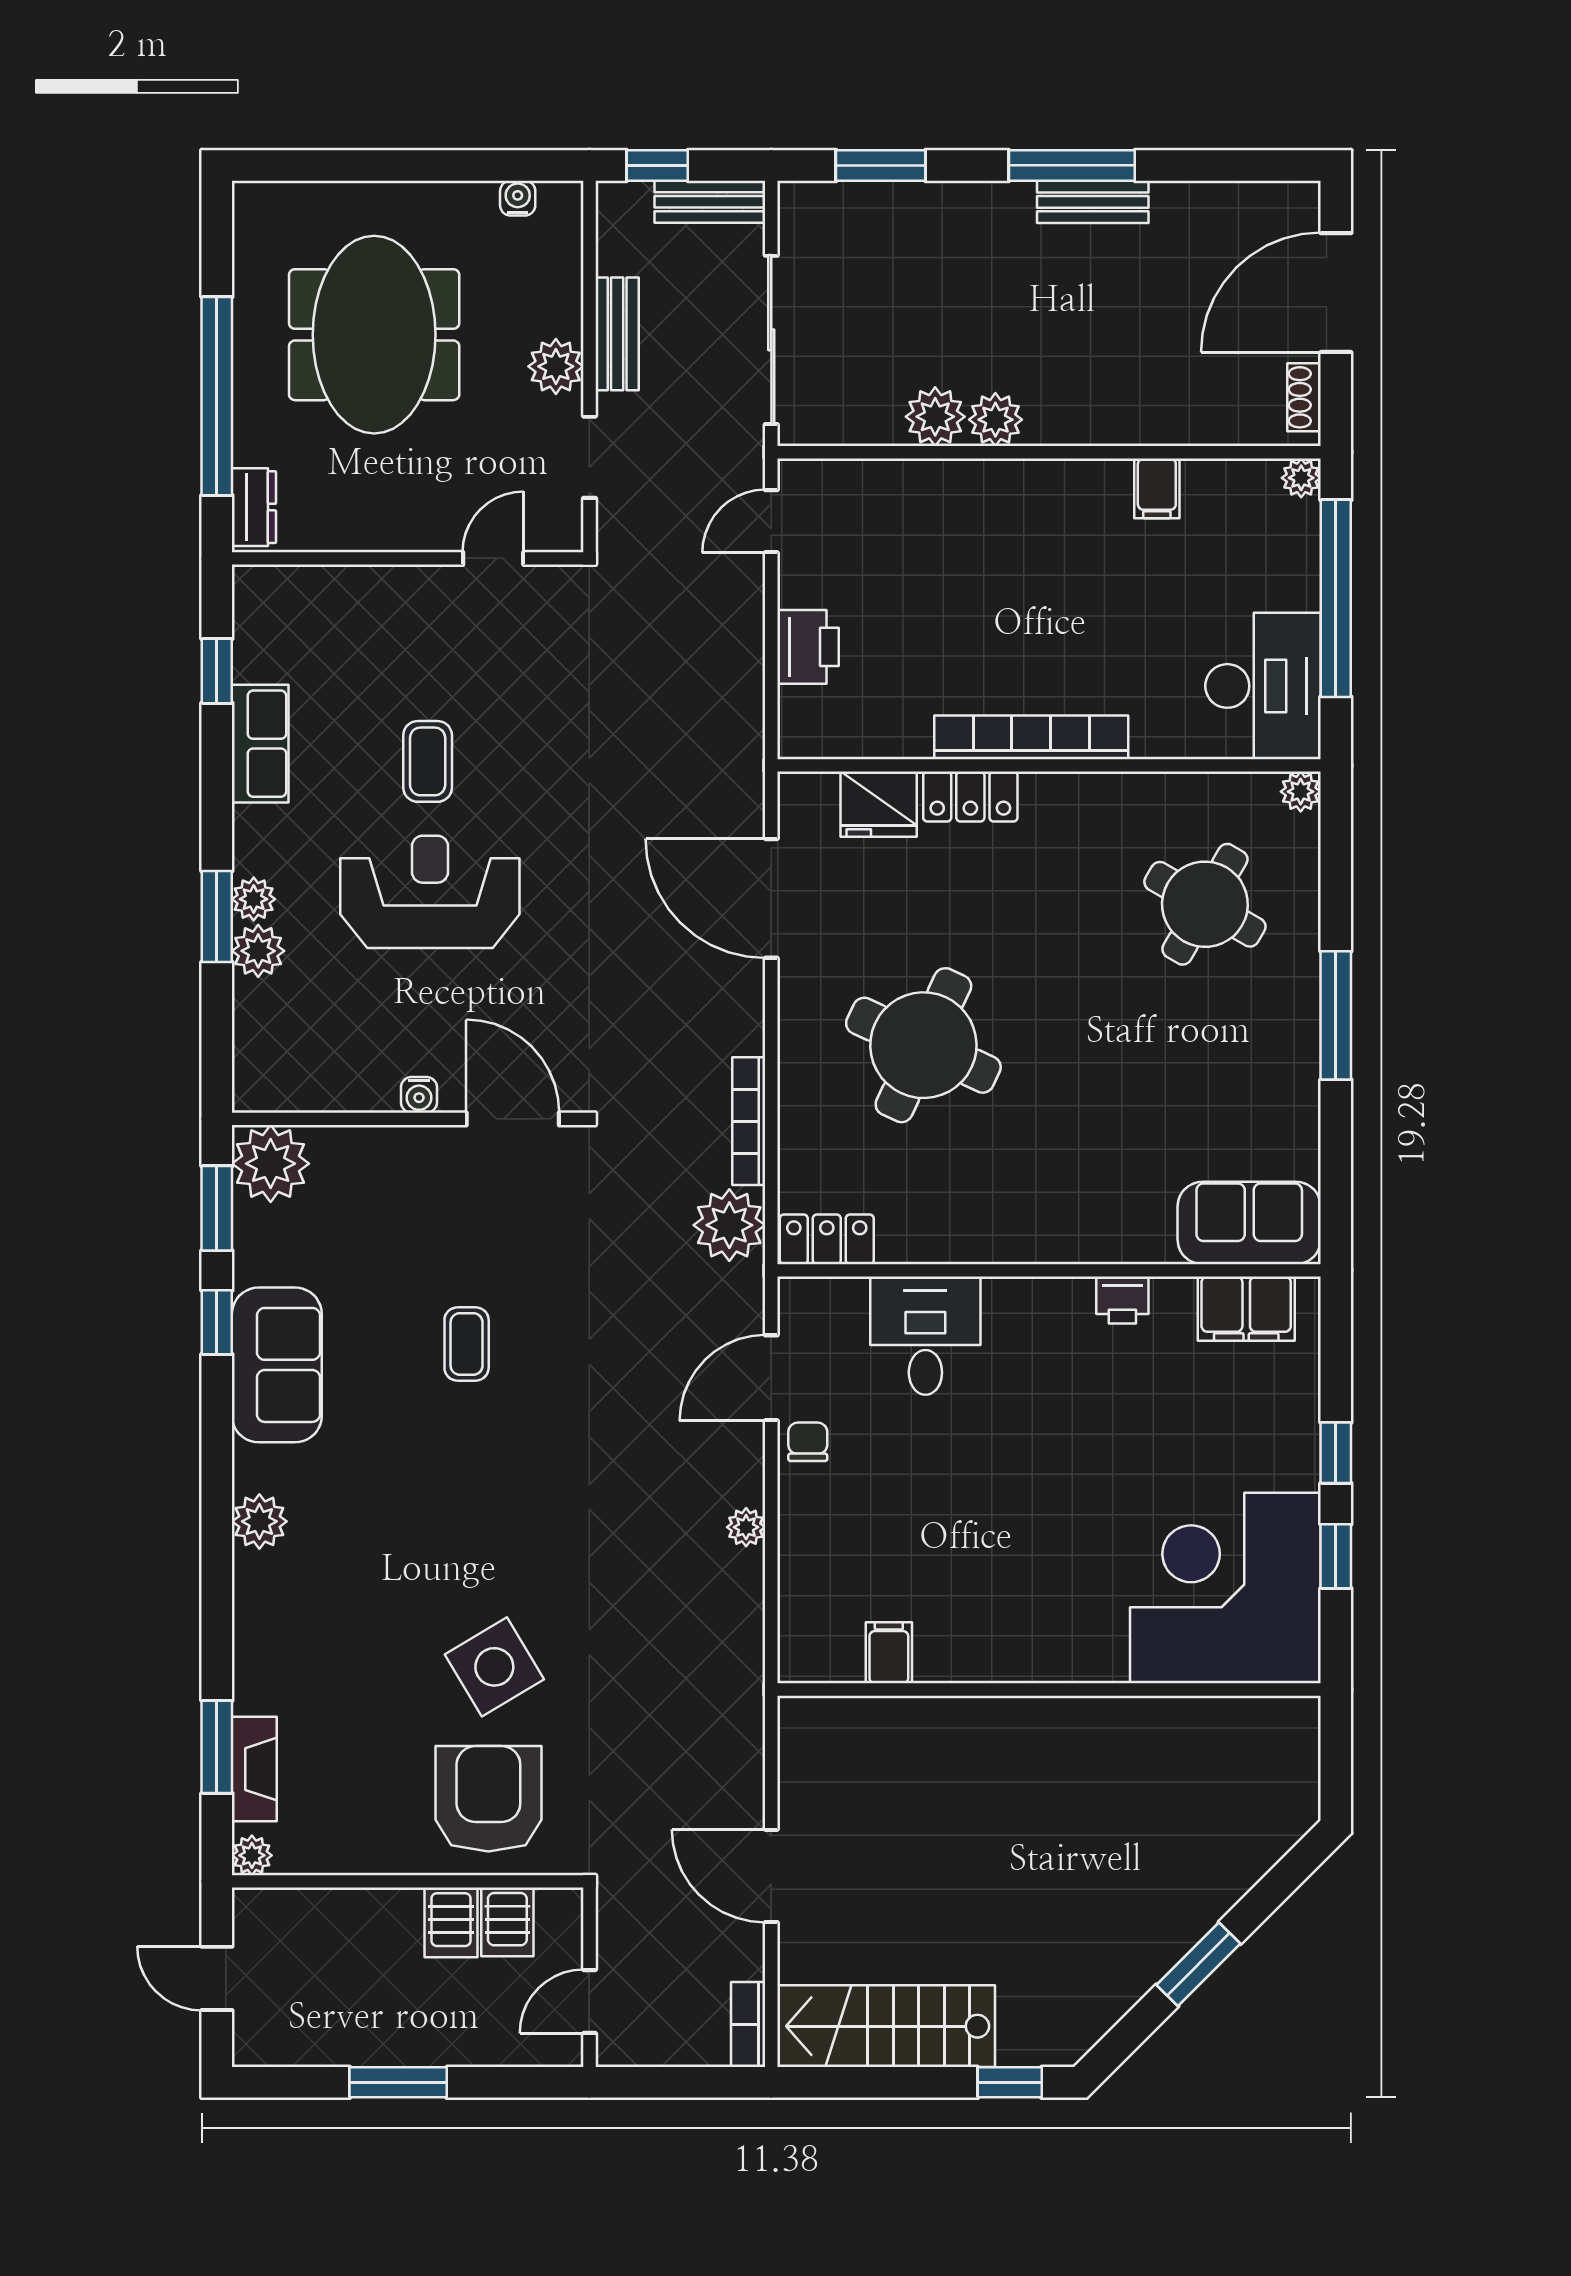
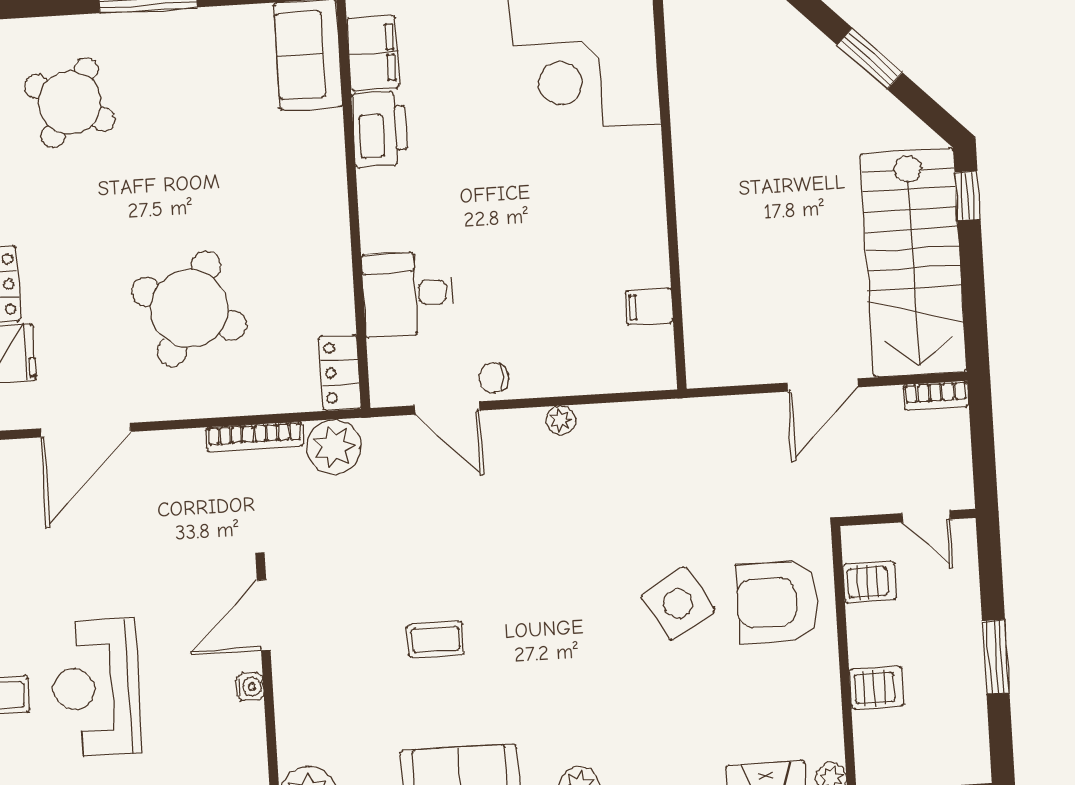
printer: (1122, 1300) -> (380, 129), width x1.87, depth x1.48
server rack: (451, 1922) -> (877, 688), moved
stairs: (886, 2026) -> (913, 263), width x1.36, depth x1.51

